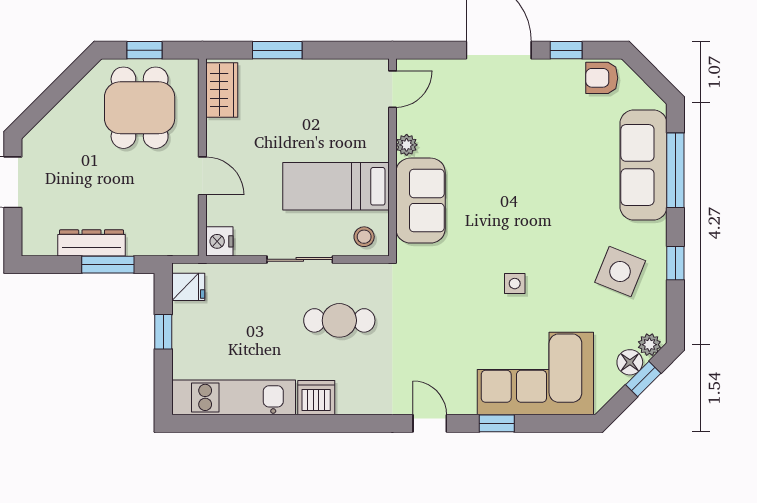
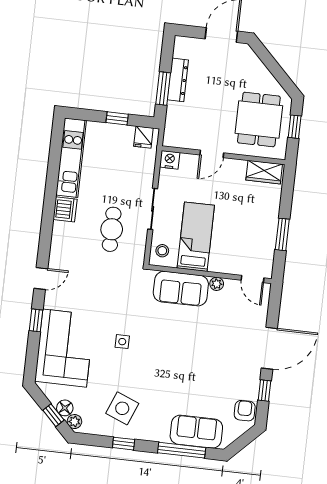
window: (277, 50) -> (282, 234), moved
dining table: (140, 108) -> (259, 120), turned 90
sofa: (643, 165) -> (196, 432), width x0.73

